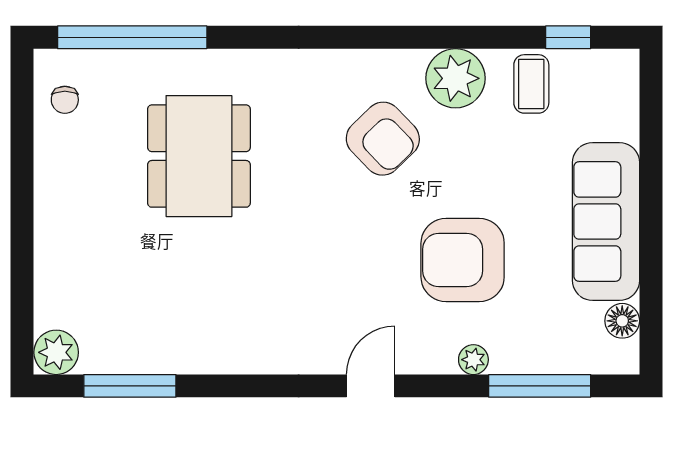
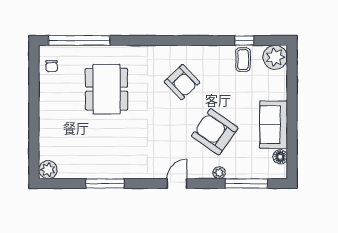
window: (568, 37) -> (244, 40), moved
plant: (456, 78) -> (275, 57), moved
sofa: (606, 222) -> (274, 125), width x0.73
armchair: (463, 260) -> (215, 132), turned 35
window: (130, 386) -> (105, 183), moved

